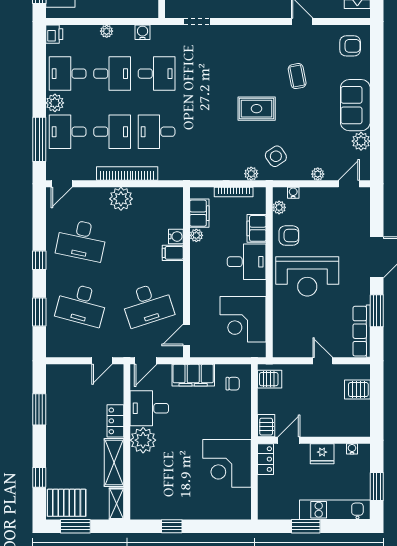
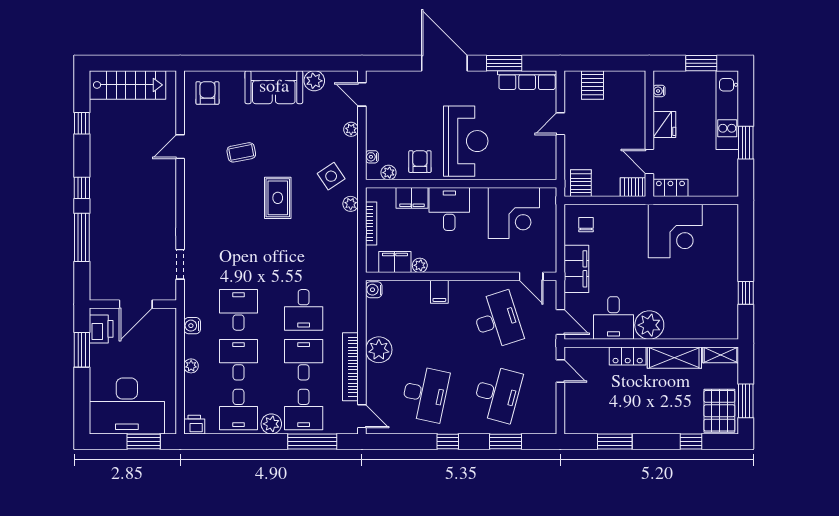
bookcase: (127, 173) -> (350, 367), moved
water cooler: (176, 236) -> (374, 290), moved, turned -90

